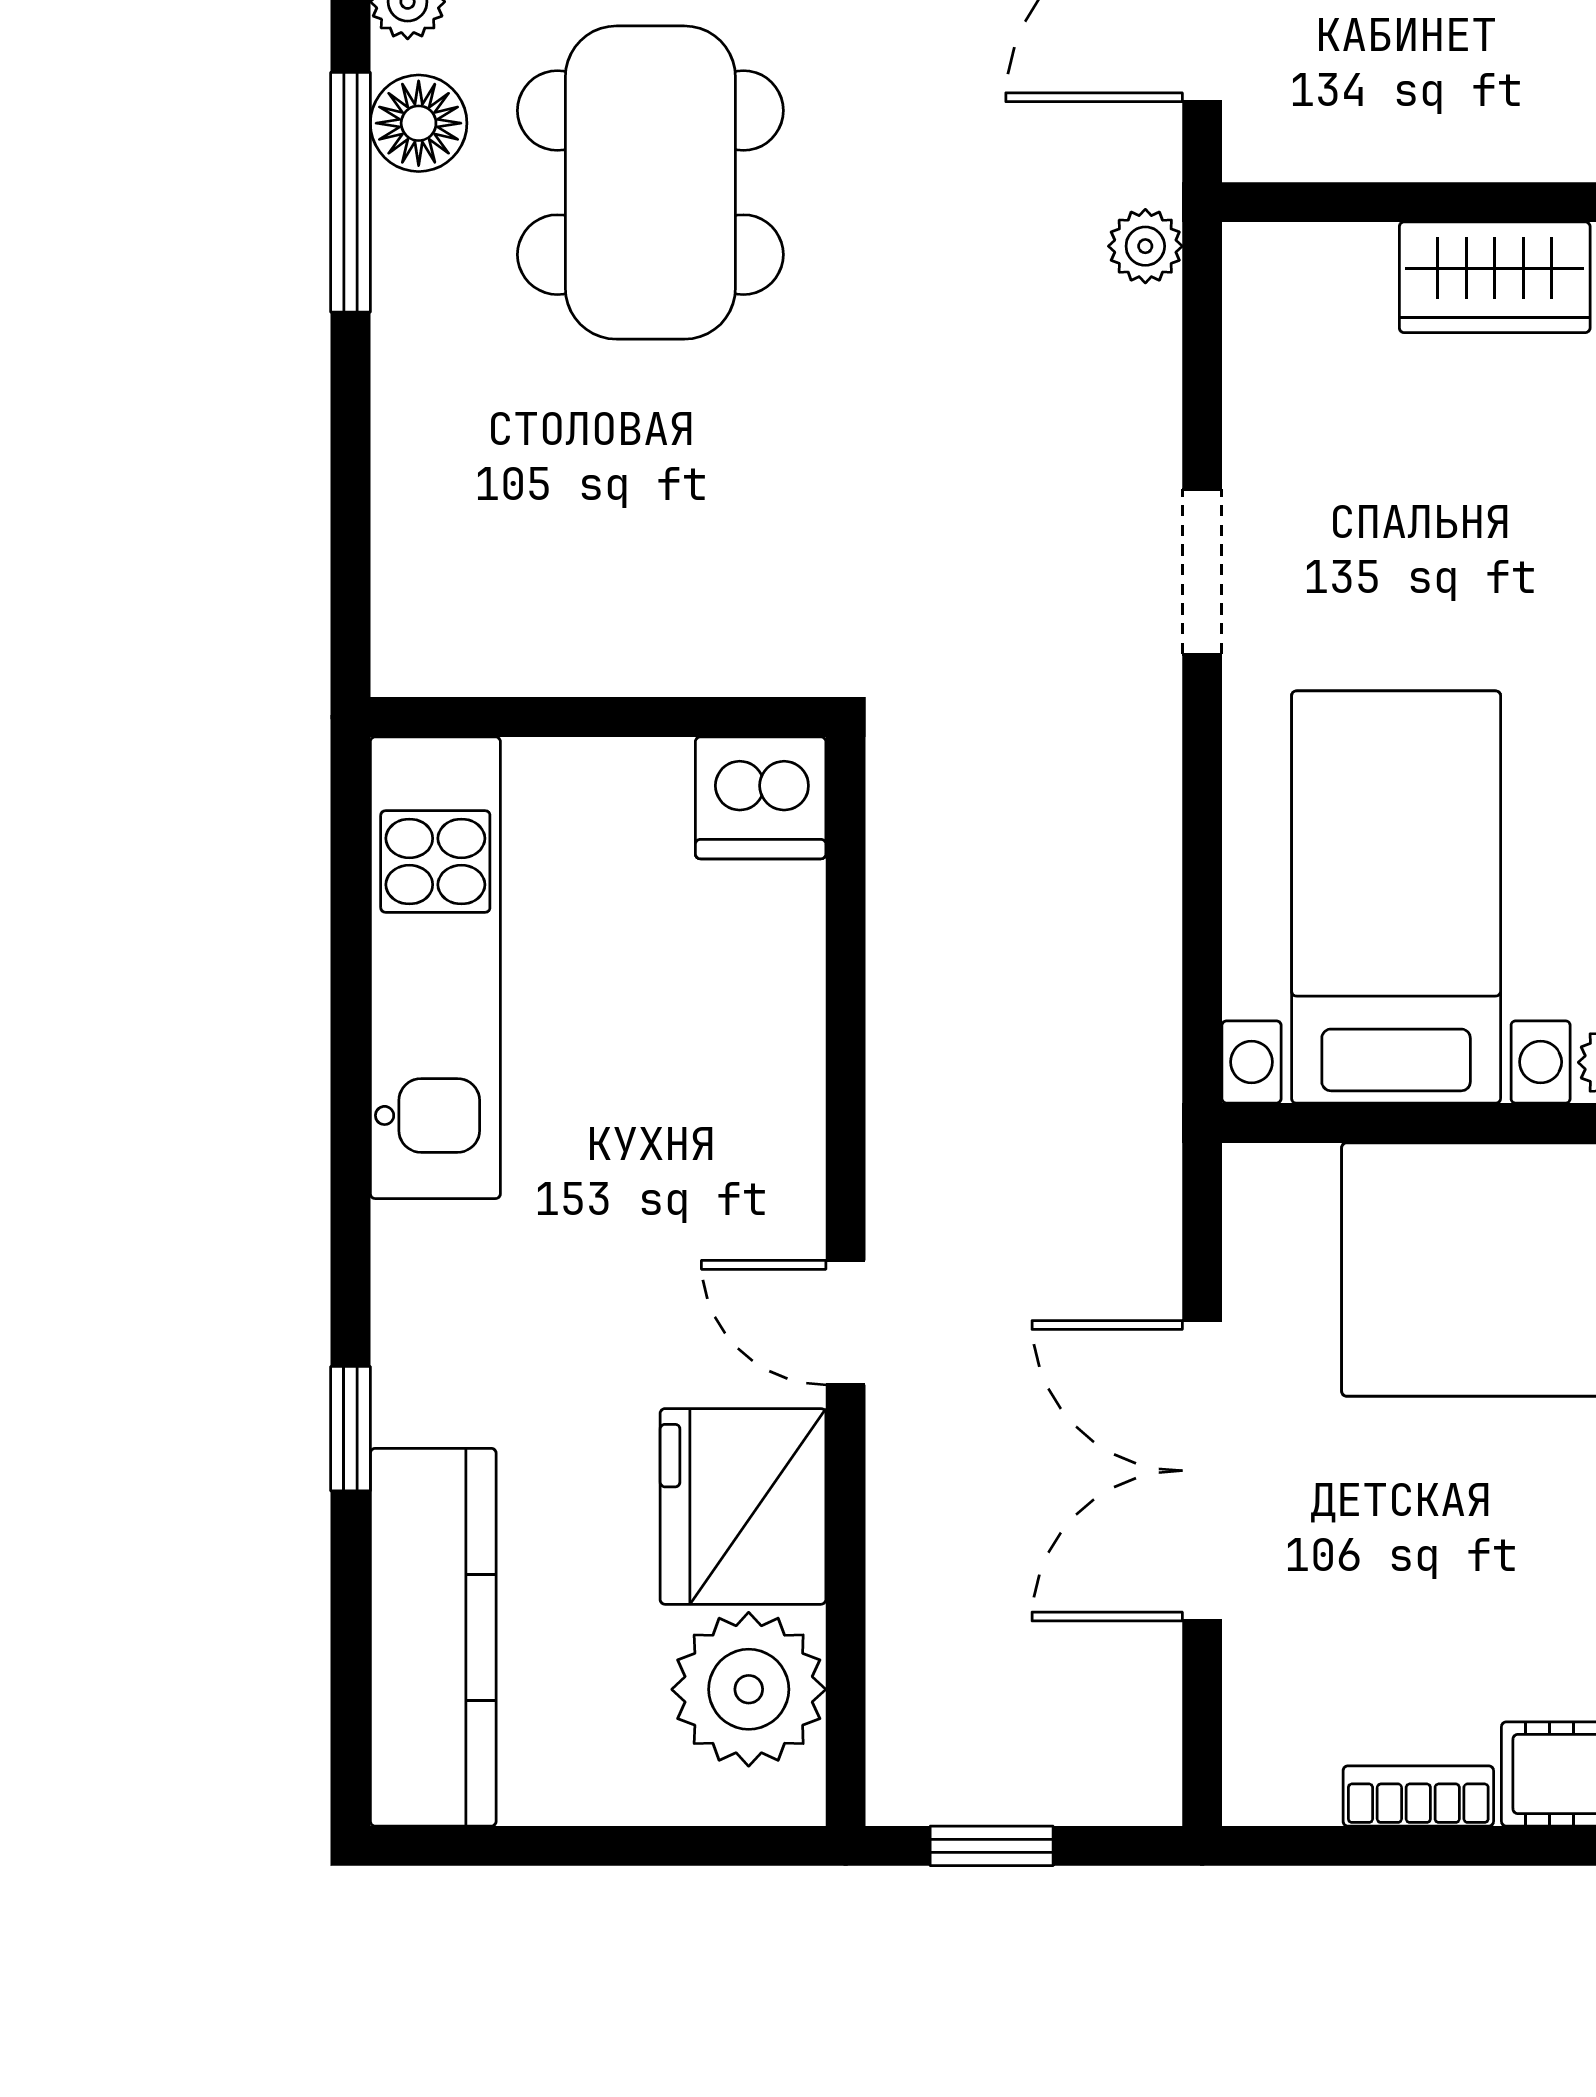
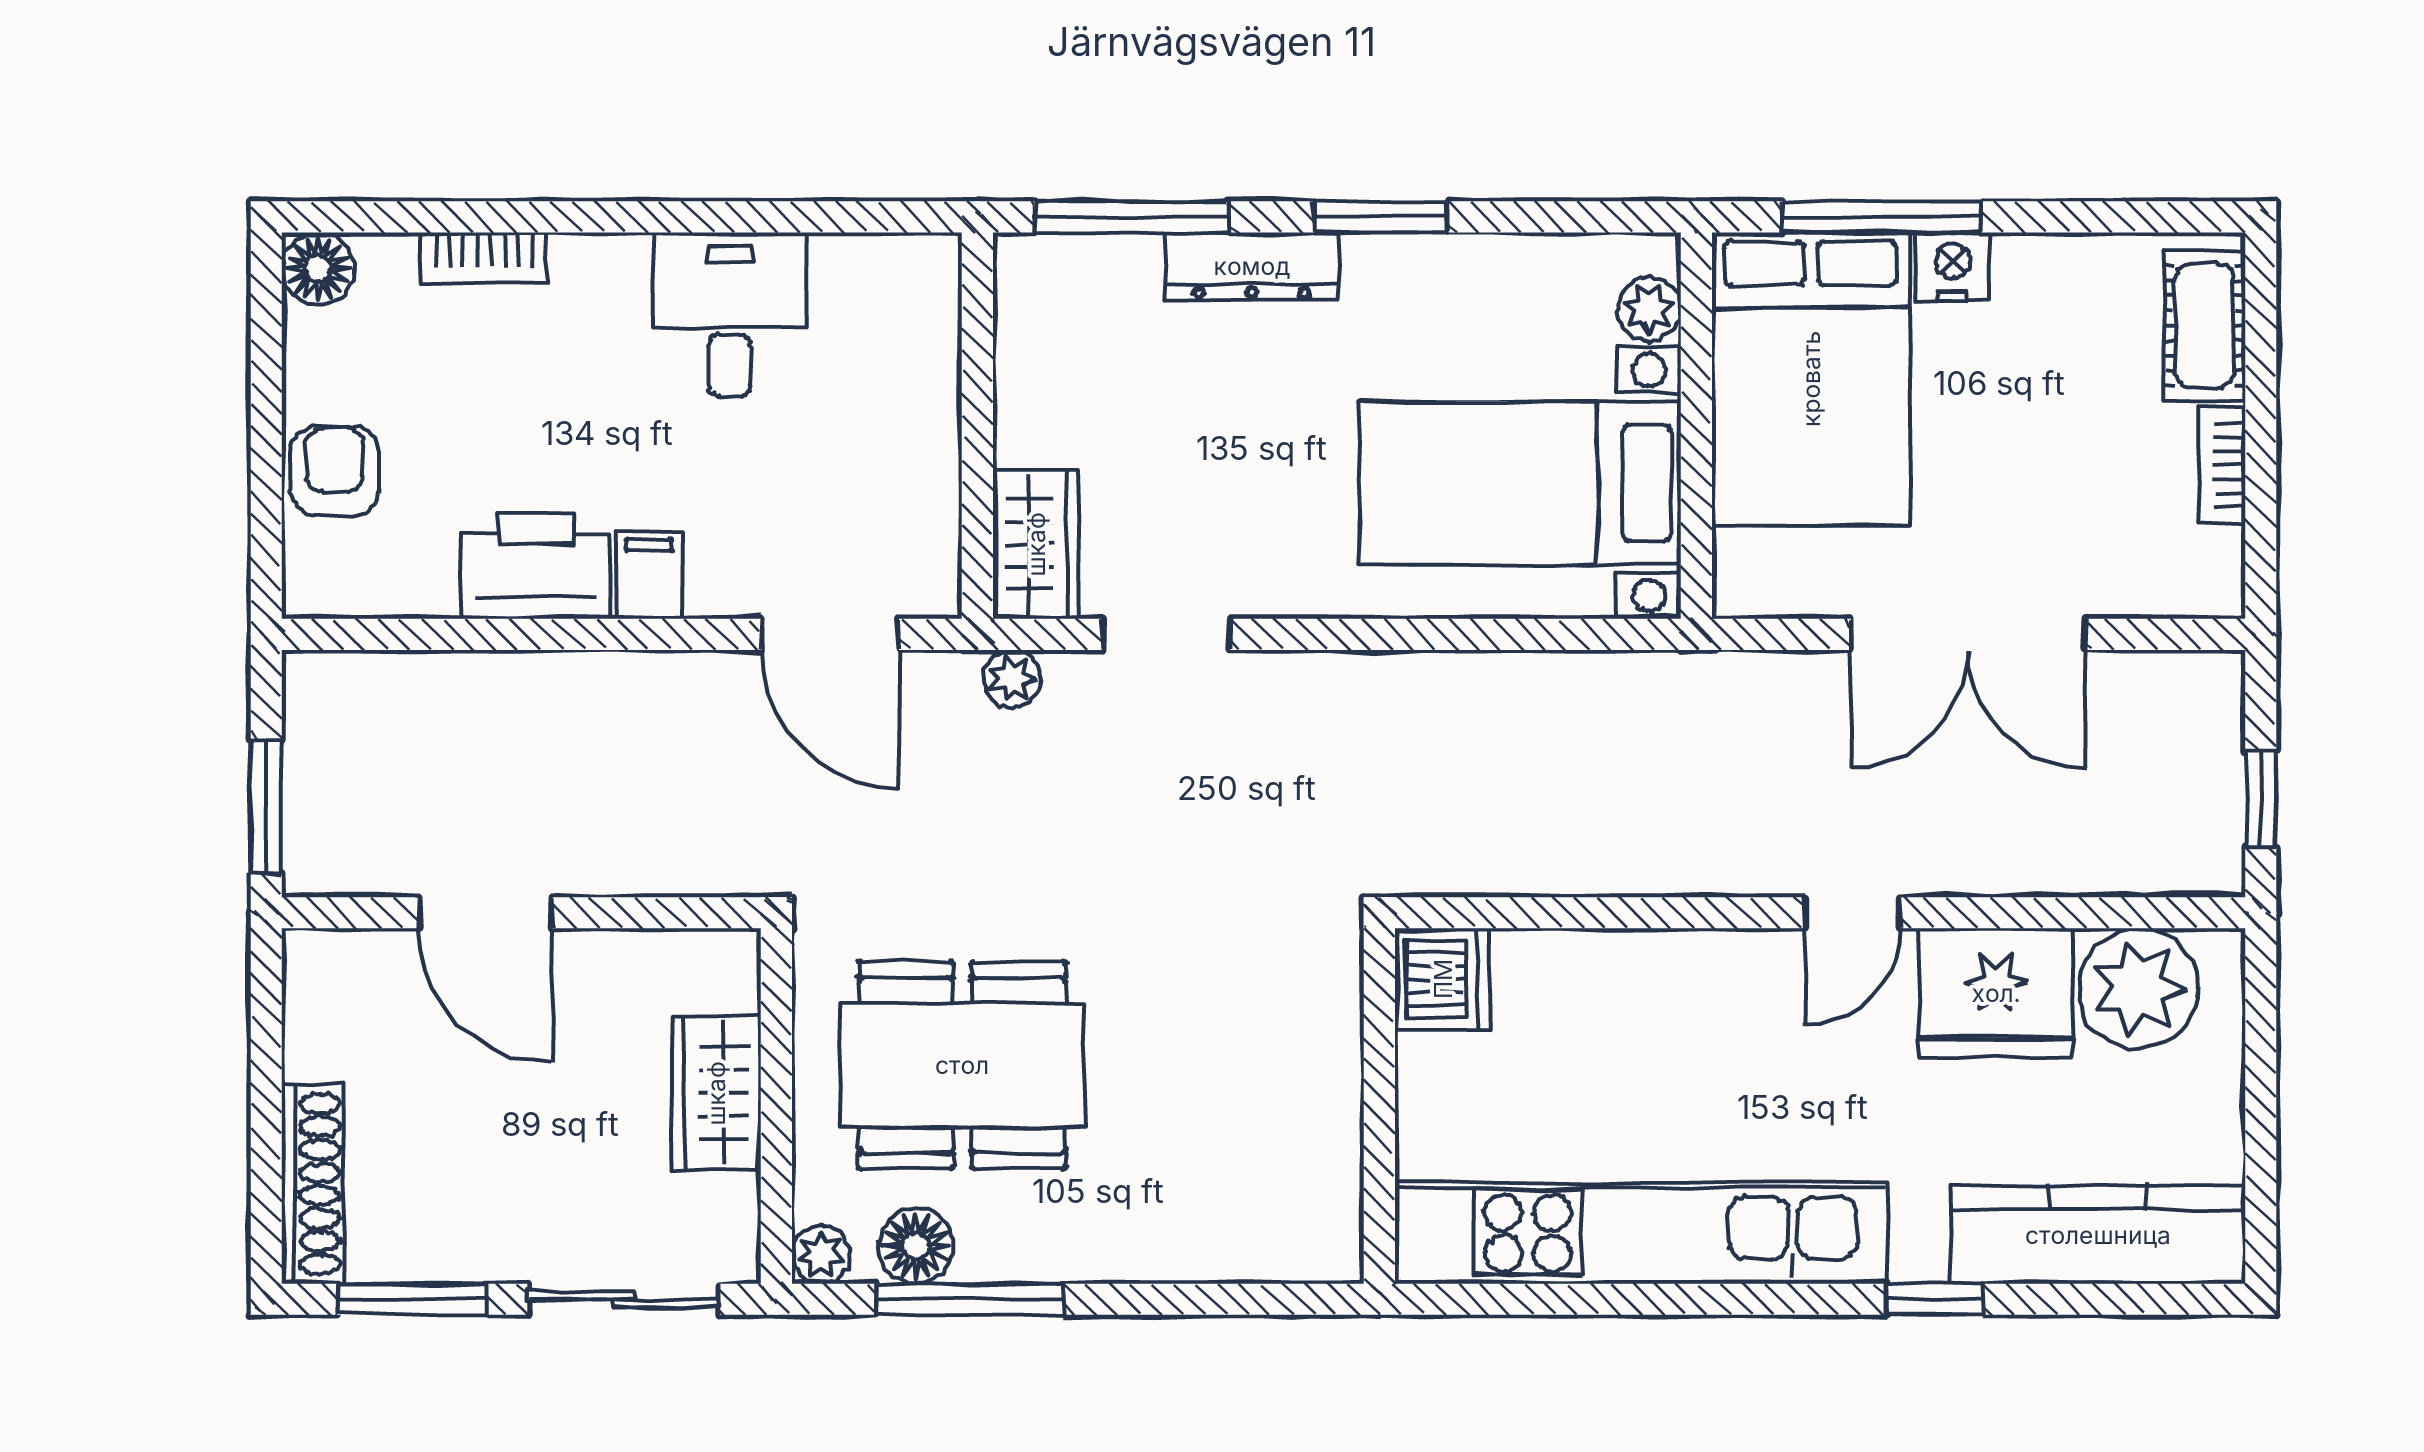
wardrobe: (1495, 277) -> (1036, 544), moved
doorway: (1202, 572) -> (1166, 634), moved
kitchen unit: (435, 968) -> (1641, 1233), width x1.36

